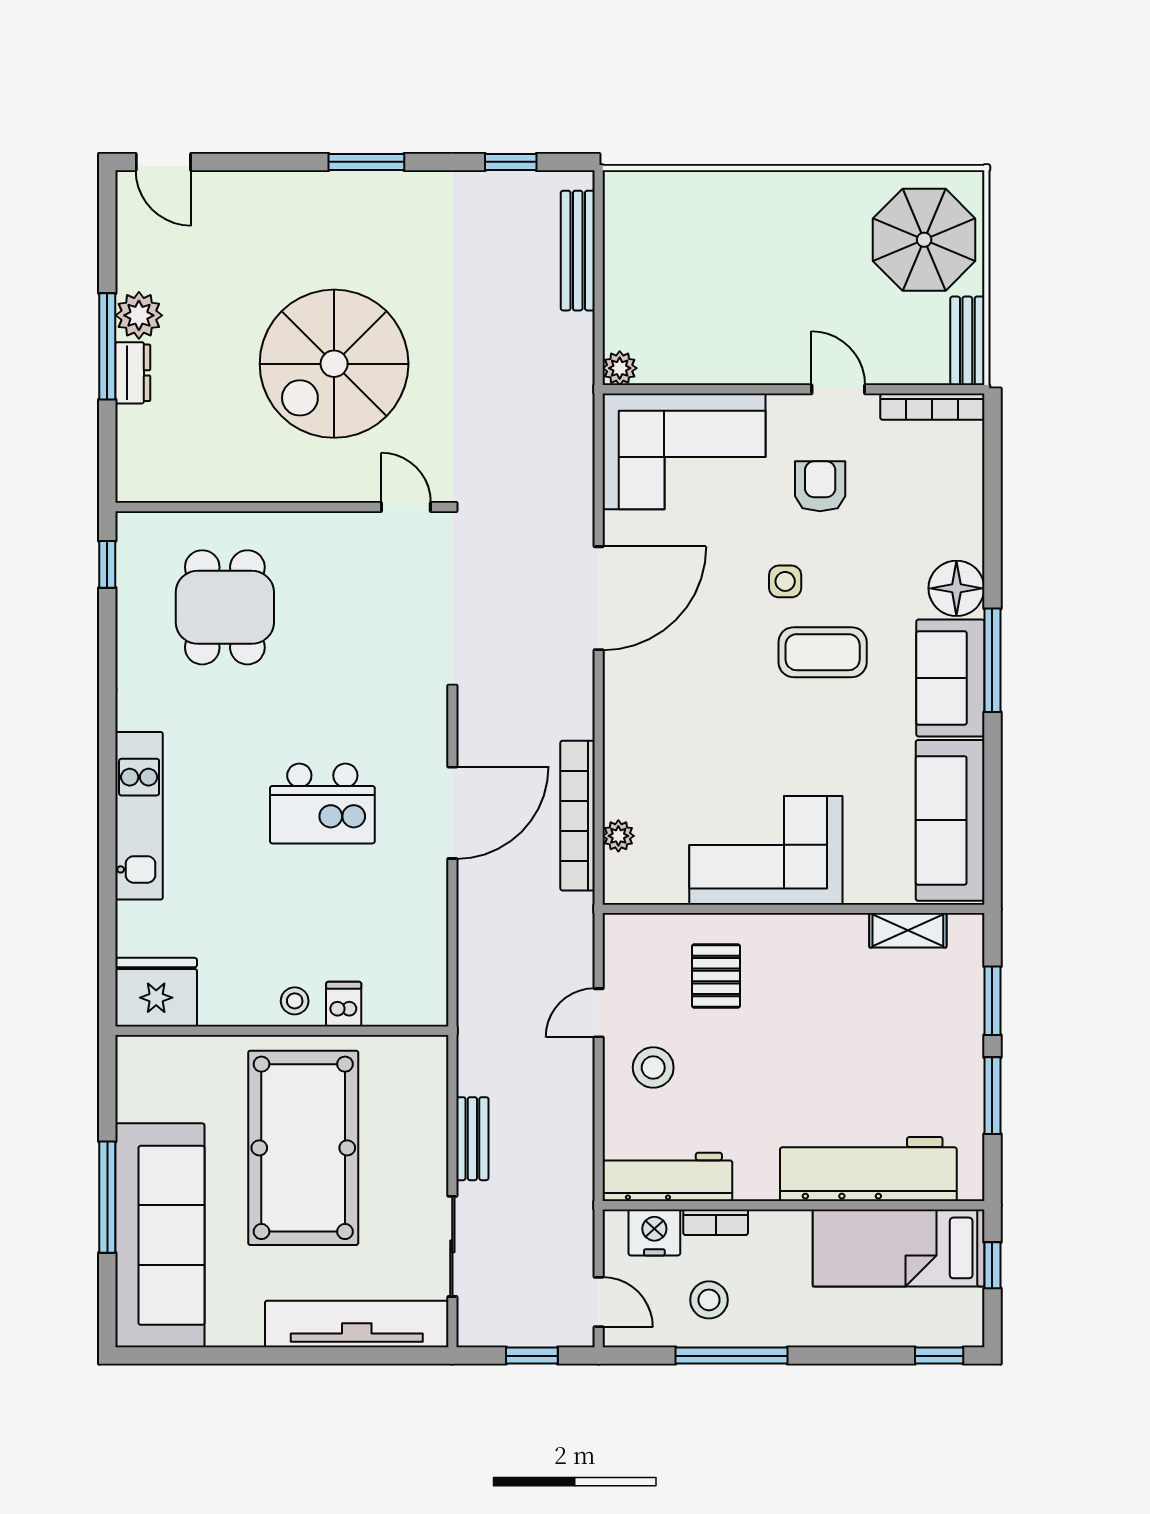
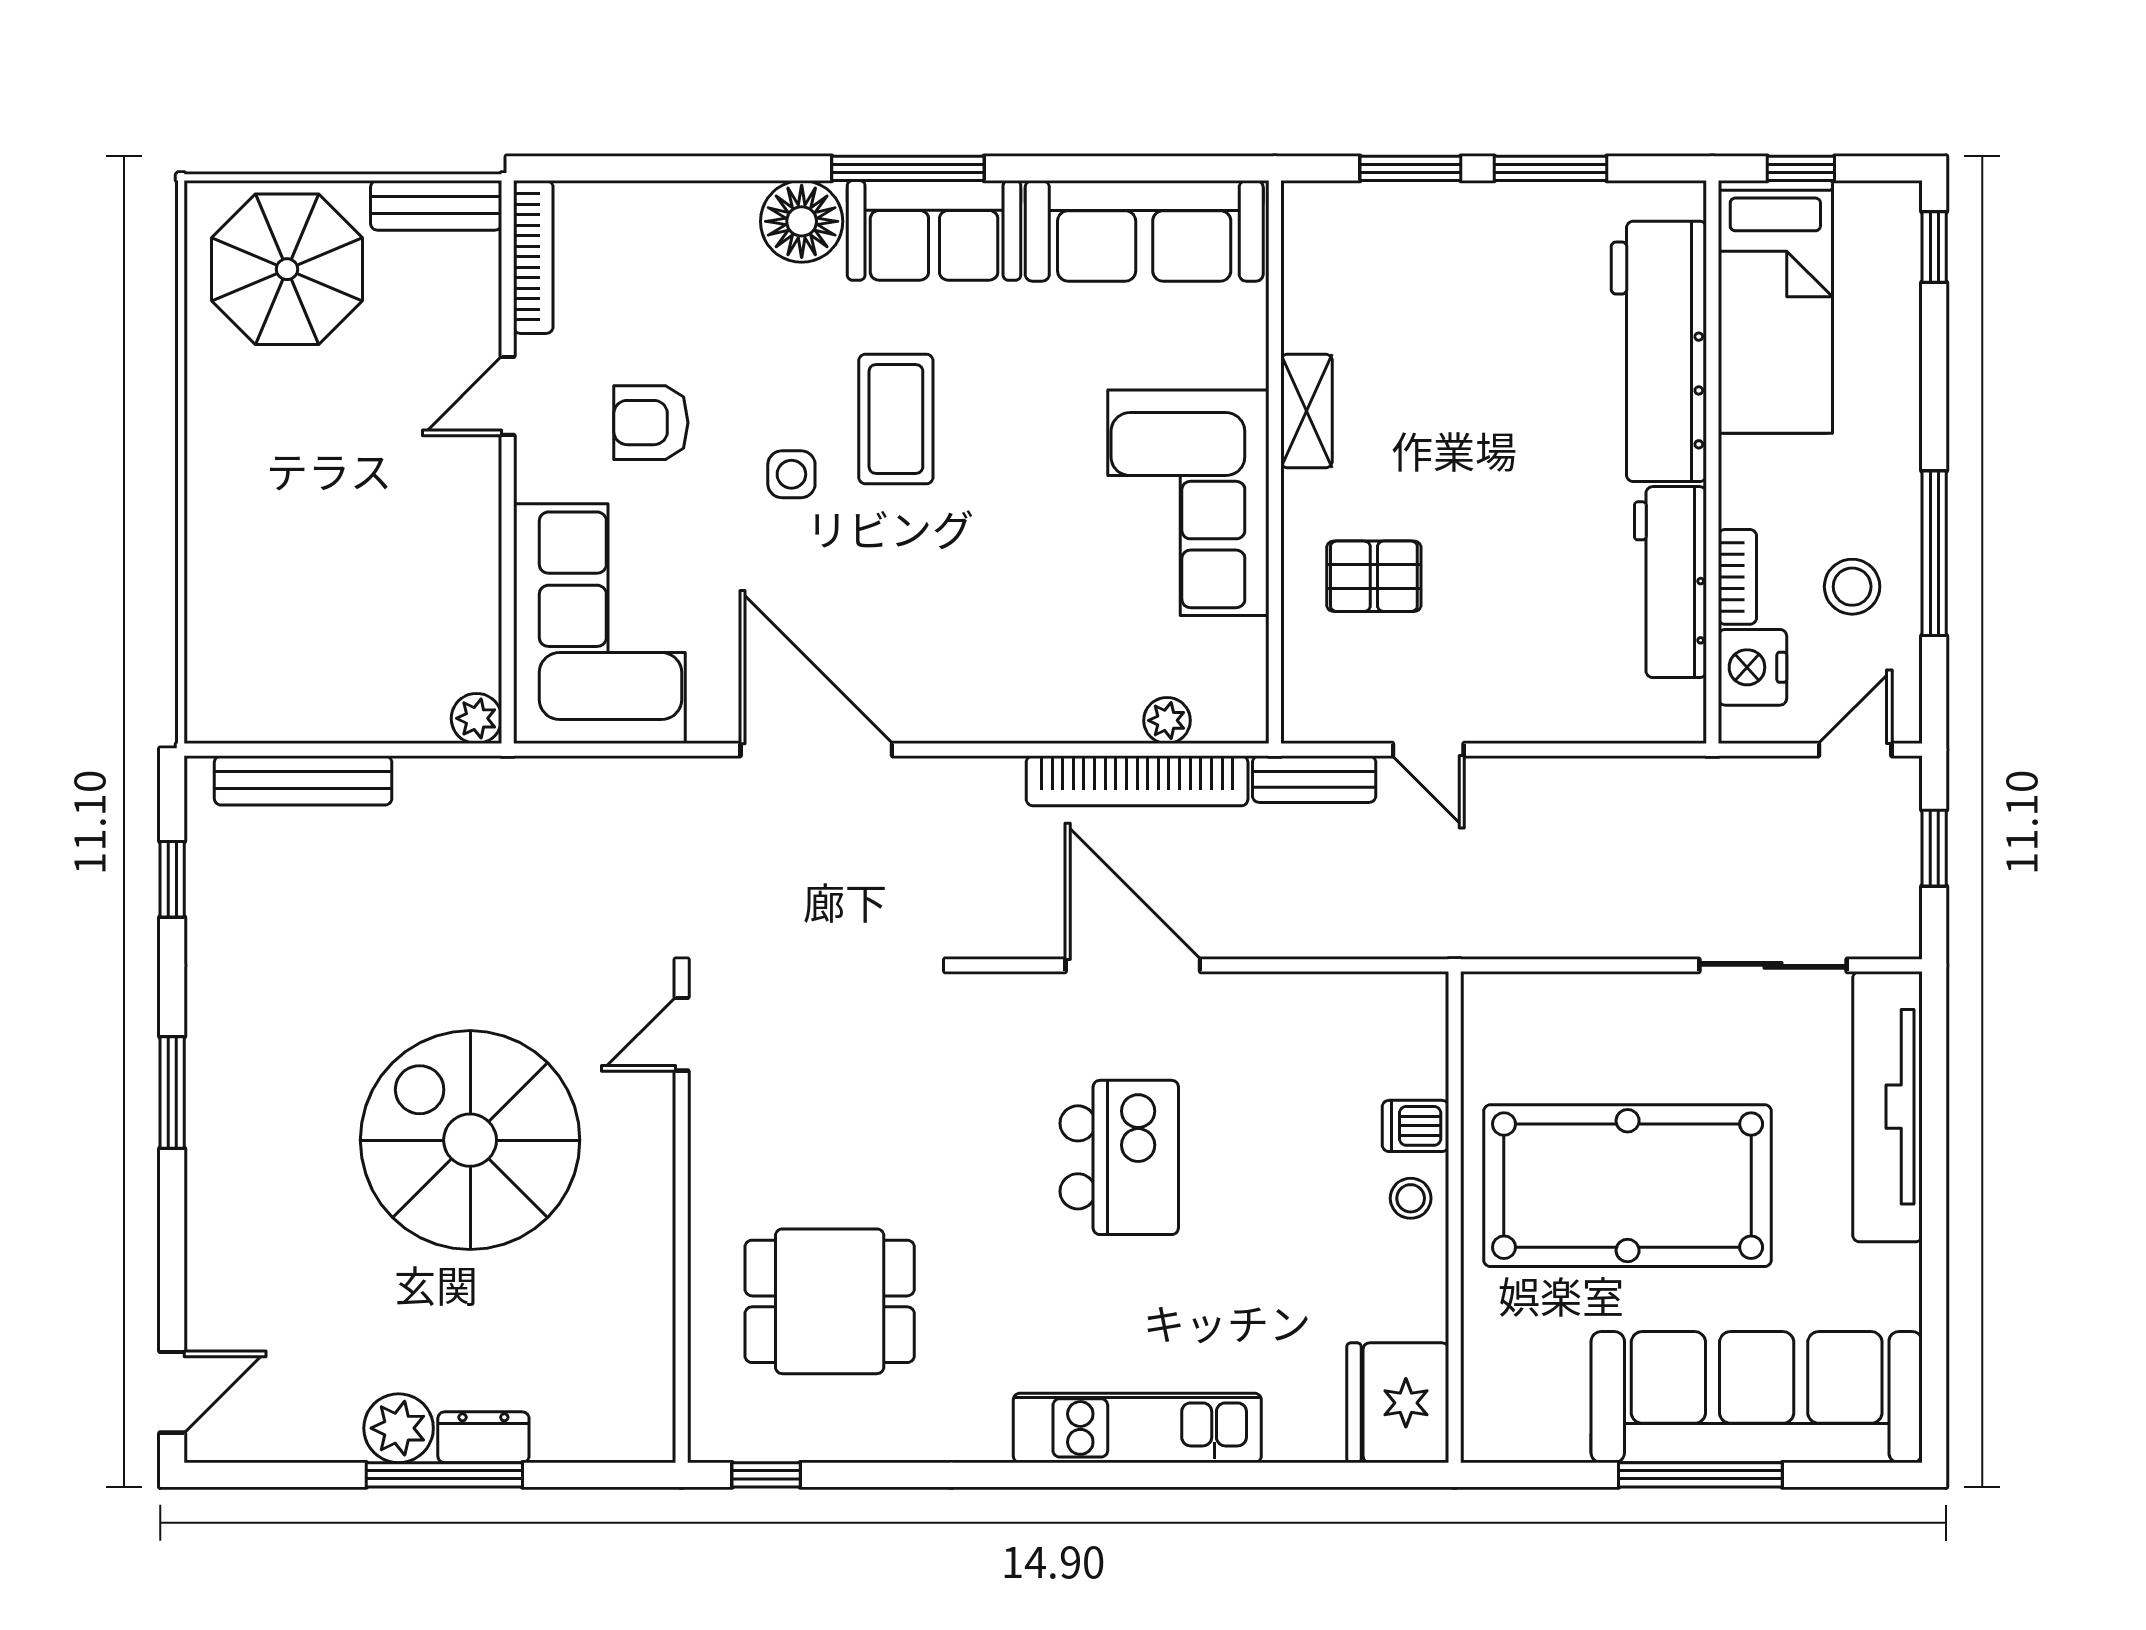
spiral stairs: (334, 364) -> (470, 1140), turned 180
shelving: (908, 930) -> (1306, 411), moved
stool: (653, 1068) -> (1509, 669), removed
bench: (472, 1139) -> (1314, 779), moved
workbench: (667, 1177) -> (1670, 582), moved

